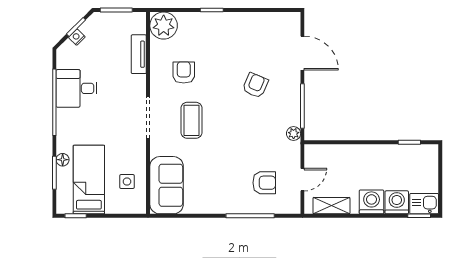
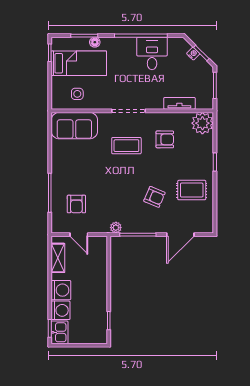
rug: (247, 39) -> (192, 190), added

